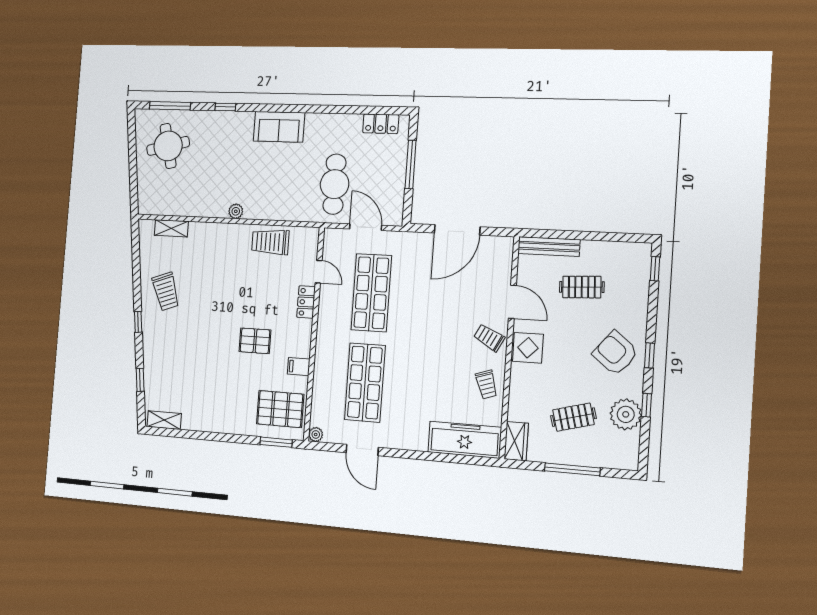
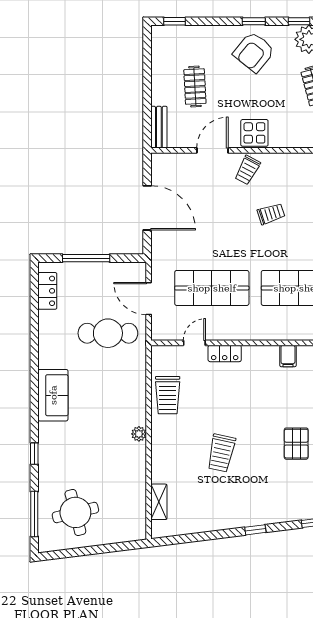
door: (366, 227) -> (149, 299), hinge flipped
bench: (549, 247) -> (159, 127), width x0.73
trolley: (166, 291) -> (221, 453), moved, turned 122
pallet: (255, 341) -> (296, 444), moved
trolley: (486, 384) -> (271, 214), moved

